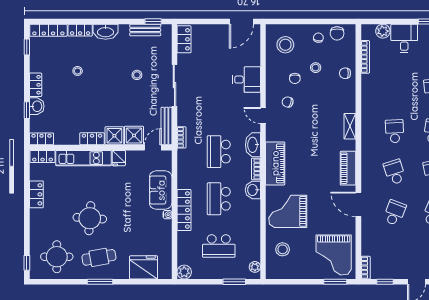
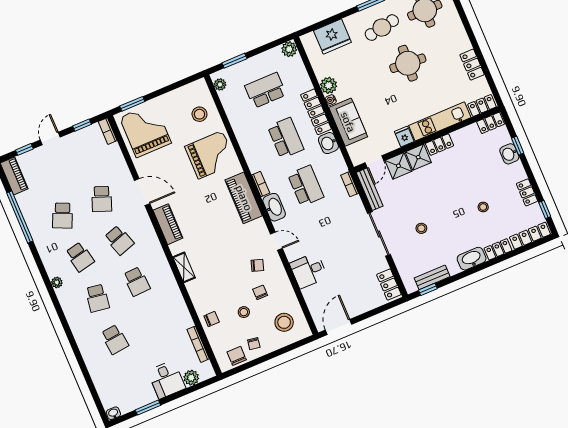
locker: (36, 85) -> (527, 192), moved
washbasin: (253, 190) -> (328, 143), moved, turned 180
plant: (164, 228) -> (329, 85), added

